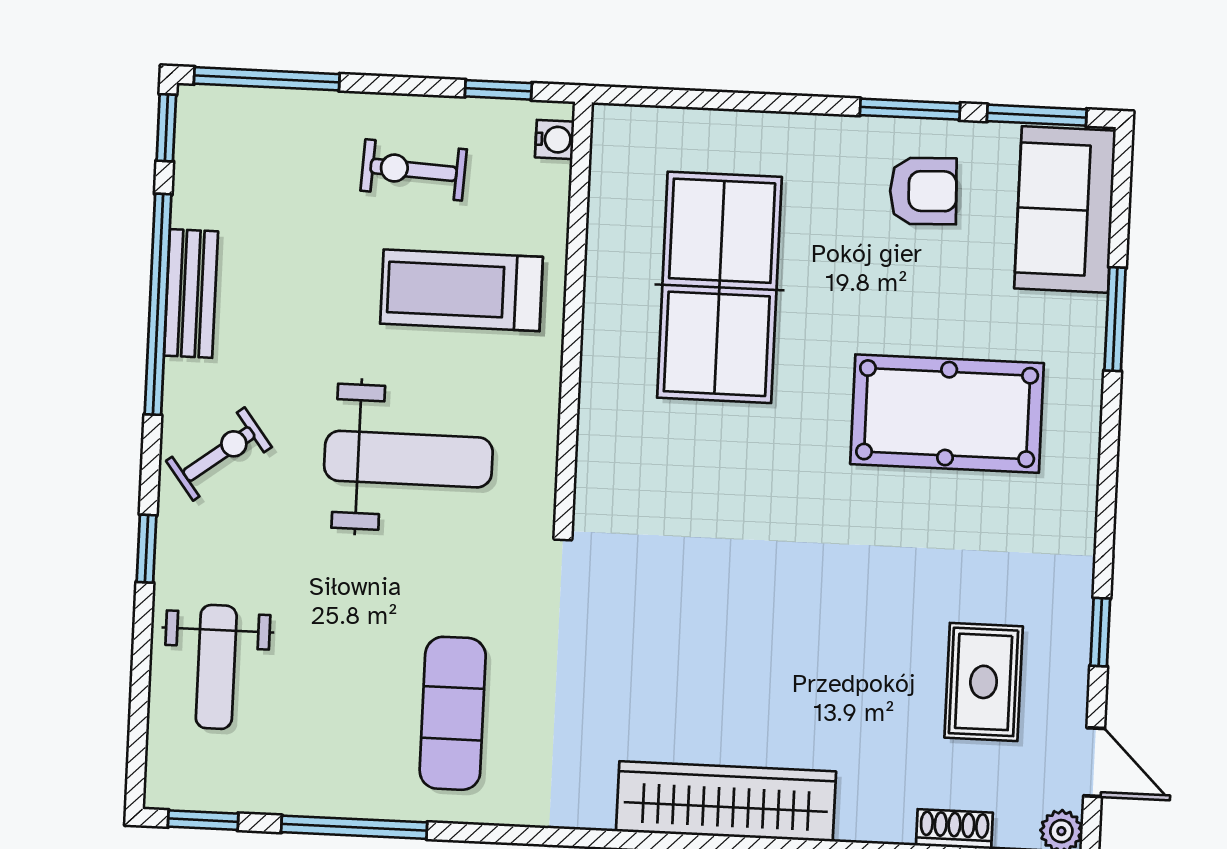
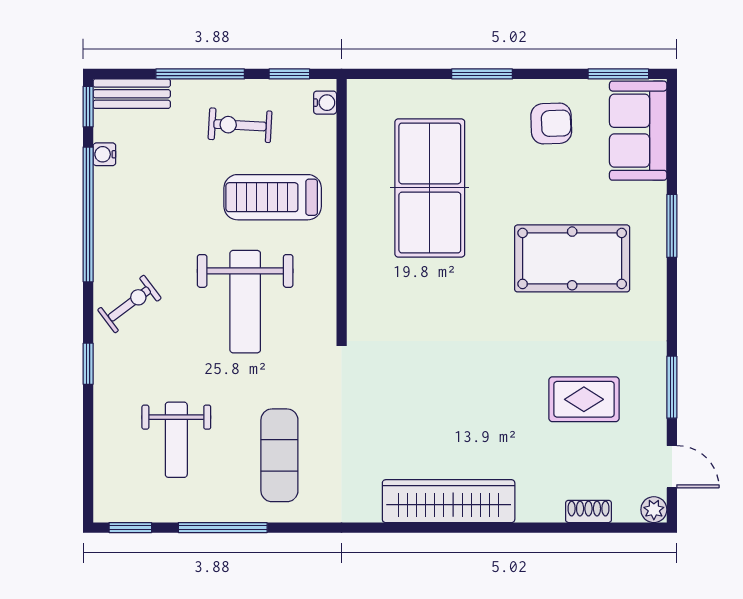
window: (267, 79) -> (200, 74), moved
window: (910, 109) -> (482, 74), moved
water cooler: (189, 207) -> (104, 154), added
bench: (191, 293) -> (132, 94), moved, turned 90
window: (1115, 319) -> (672, 226), moved
weight bench: (408, 459) -> (245, 302), turned 90
window: (1100, 632) -> (672, 387), width x1.50
weight bench: (216, 667) -> (176, 440), moved
rug: (984, 682) -> (584, 399), moved, turned 90

